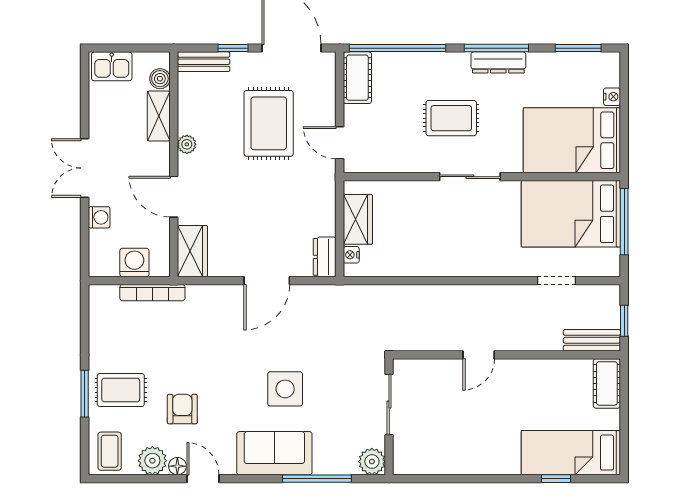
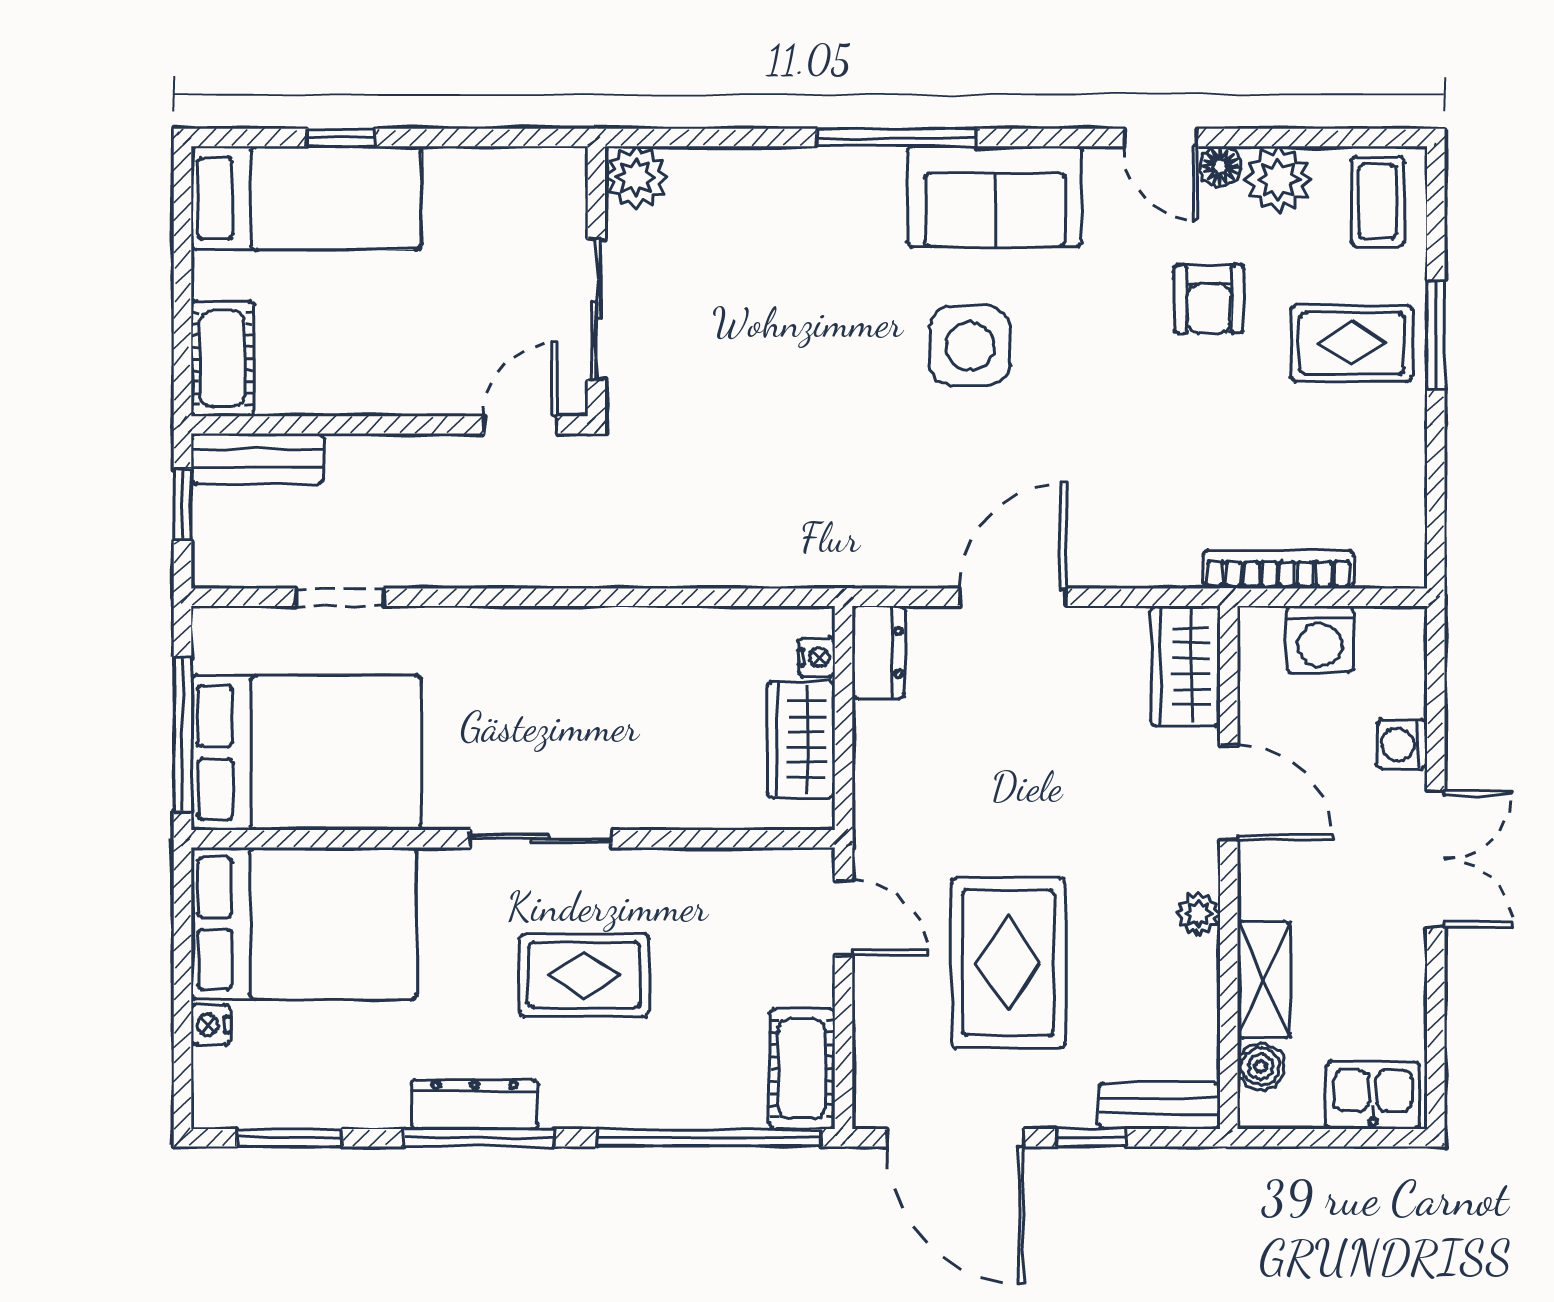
sliding door: (389, 404) -> (596, 310), moved
wall: (389, 417) -> (596, 281), moved
plant: (372, 462) -> (636, 177), moved

